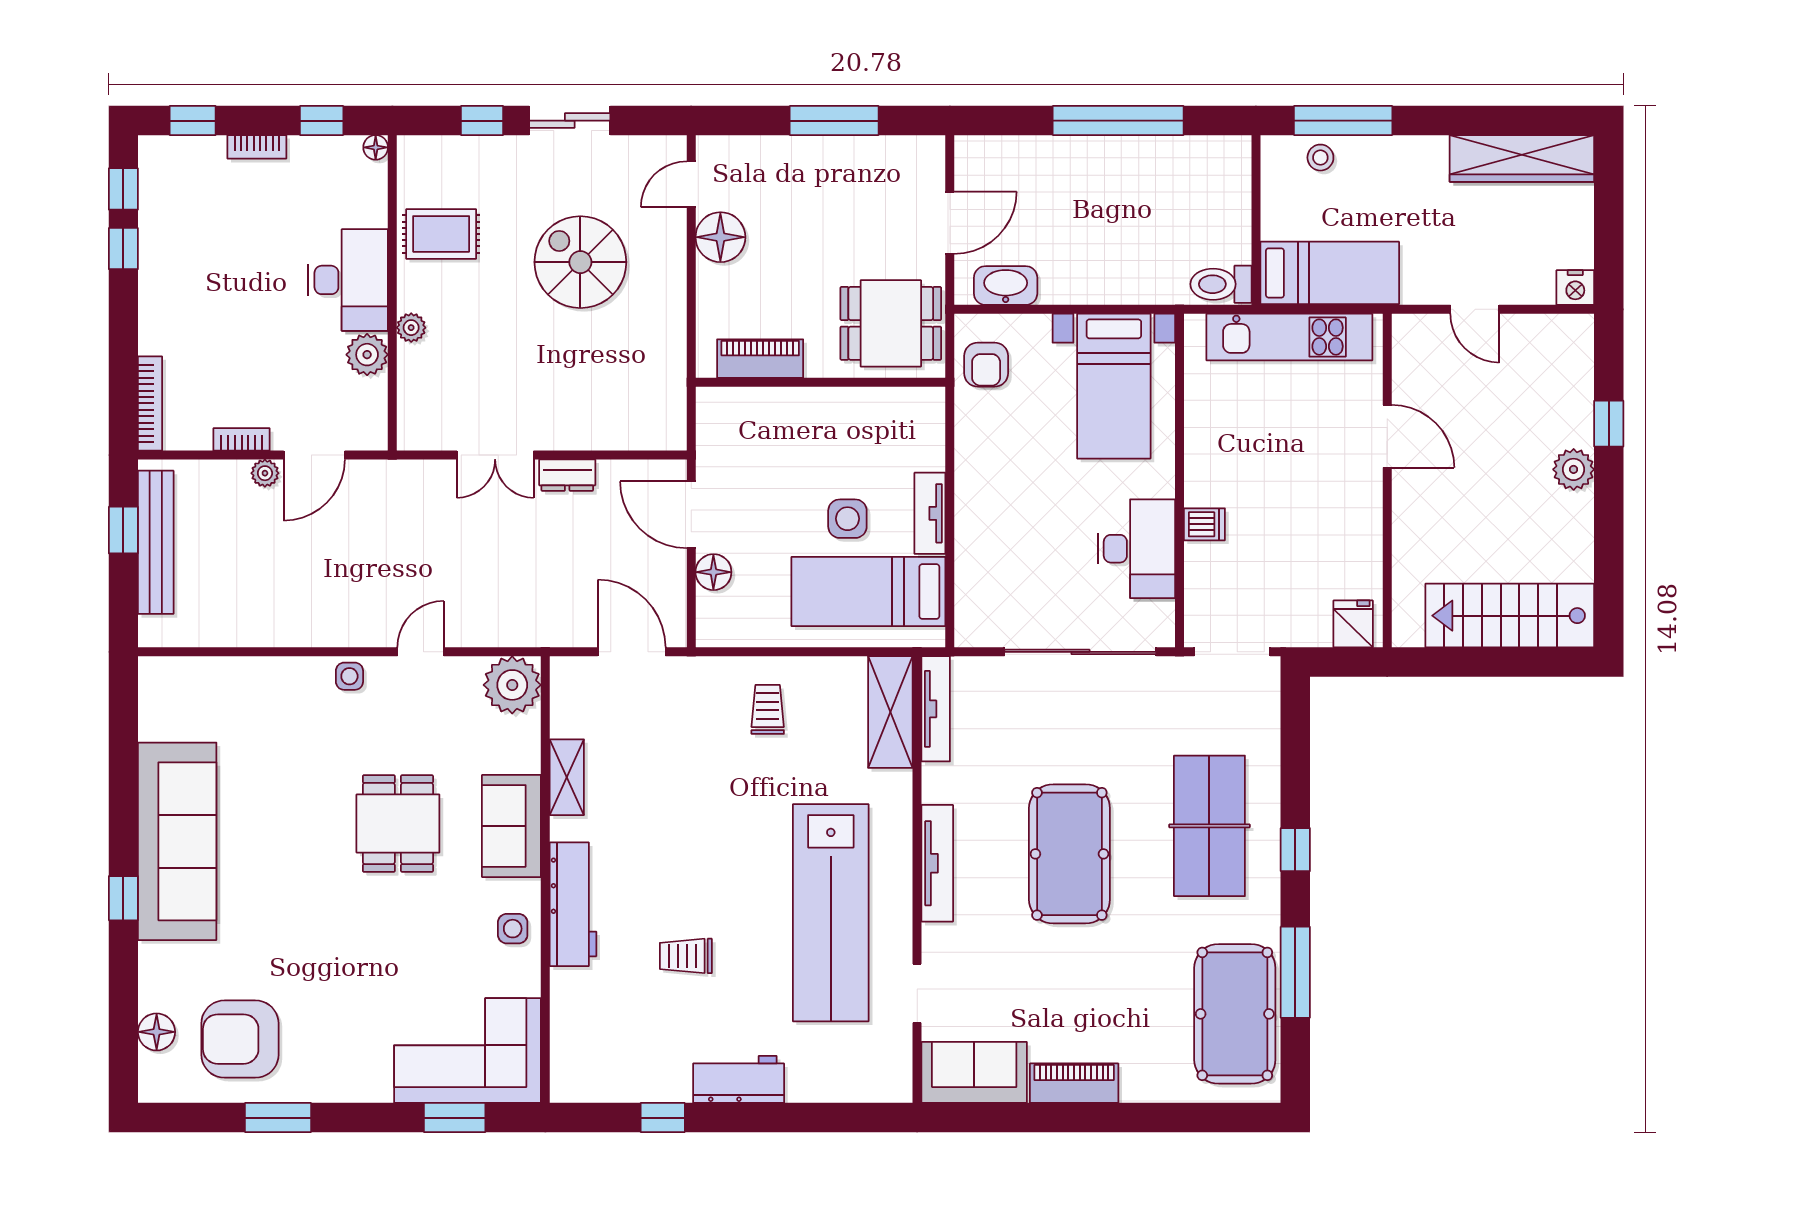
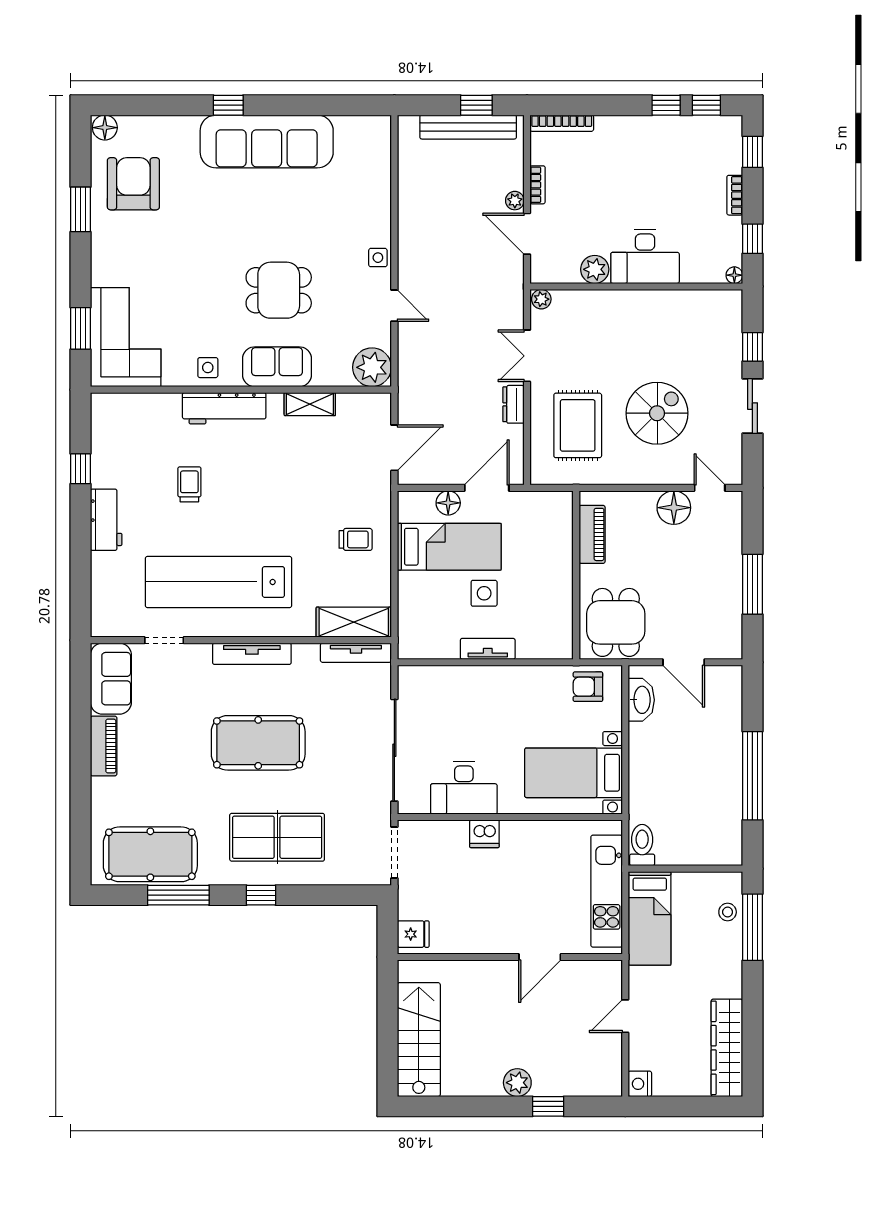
rug: (441, 234) -> (578, 425), moved, width x1.36, depth x1.43
plant: (411, 328) -> (541, 299), moved
dishwasher: (1204, 524) -> (484, 834), width x1.38
bed: (868, 592) -> (449, 547), moved, turned 90
floor lamp: (157, 1032) -> (105, 128), moved

